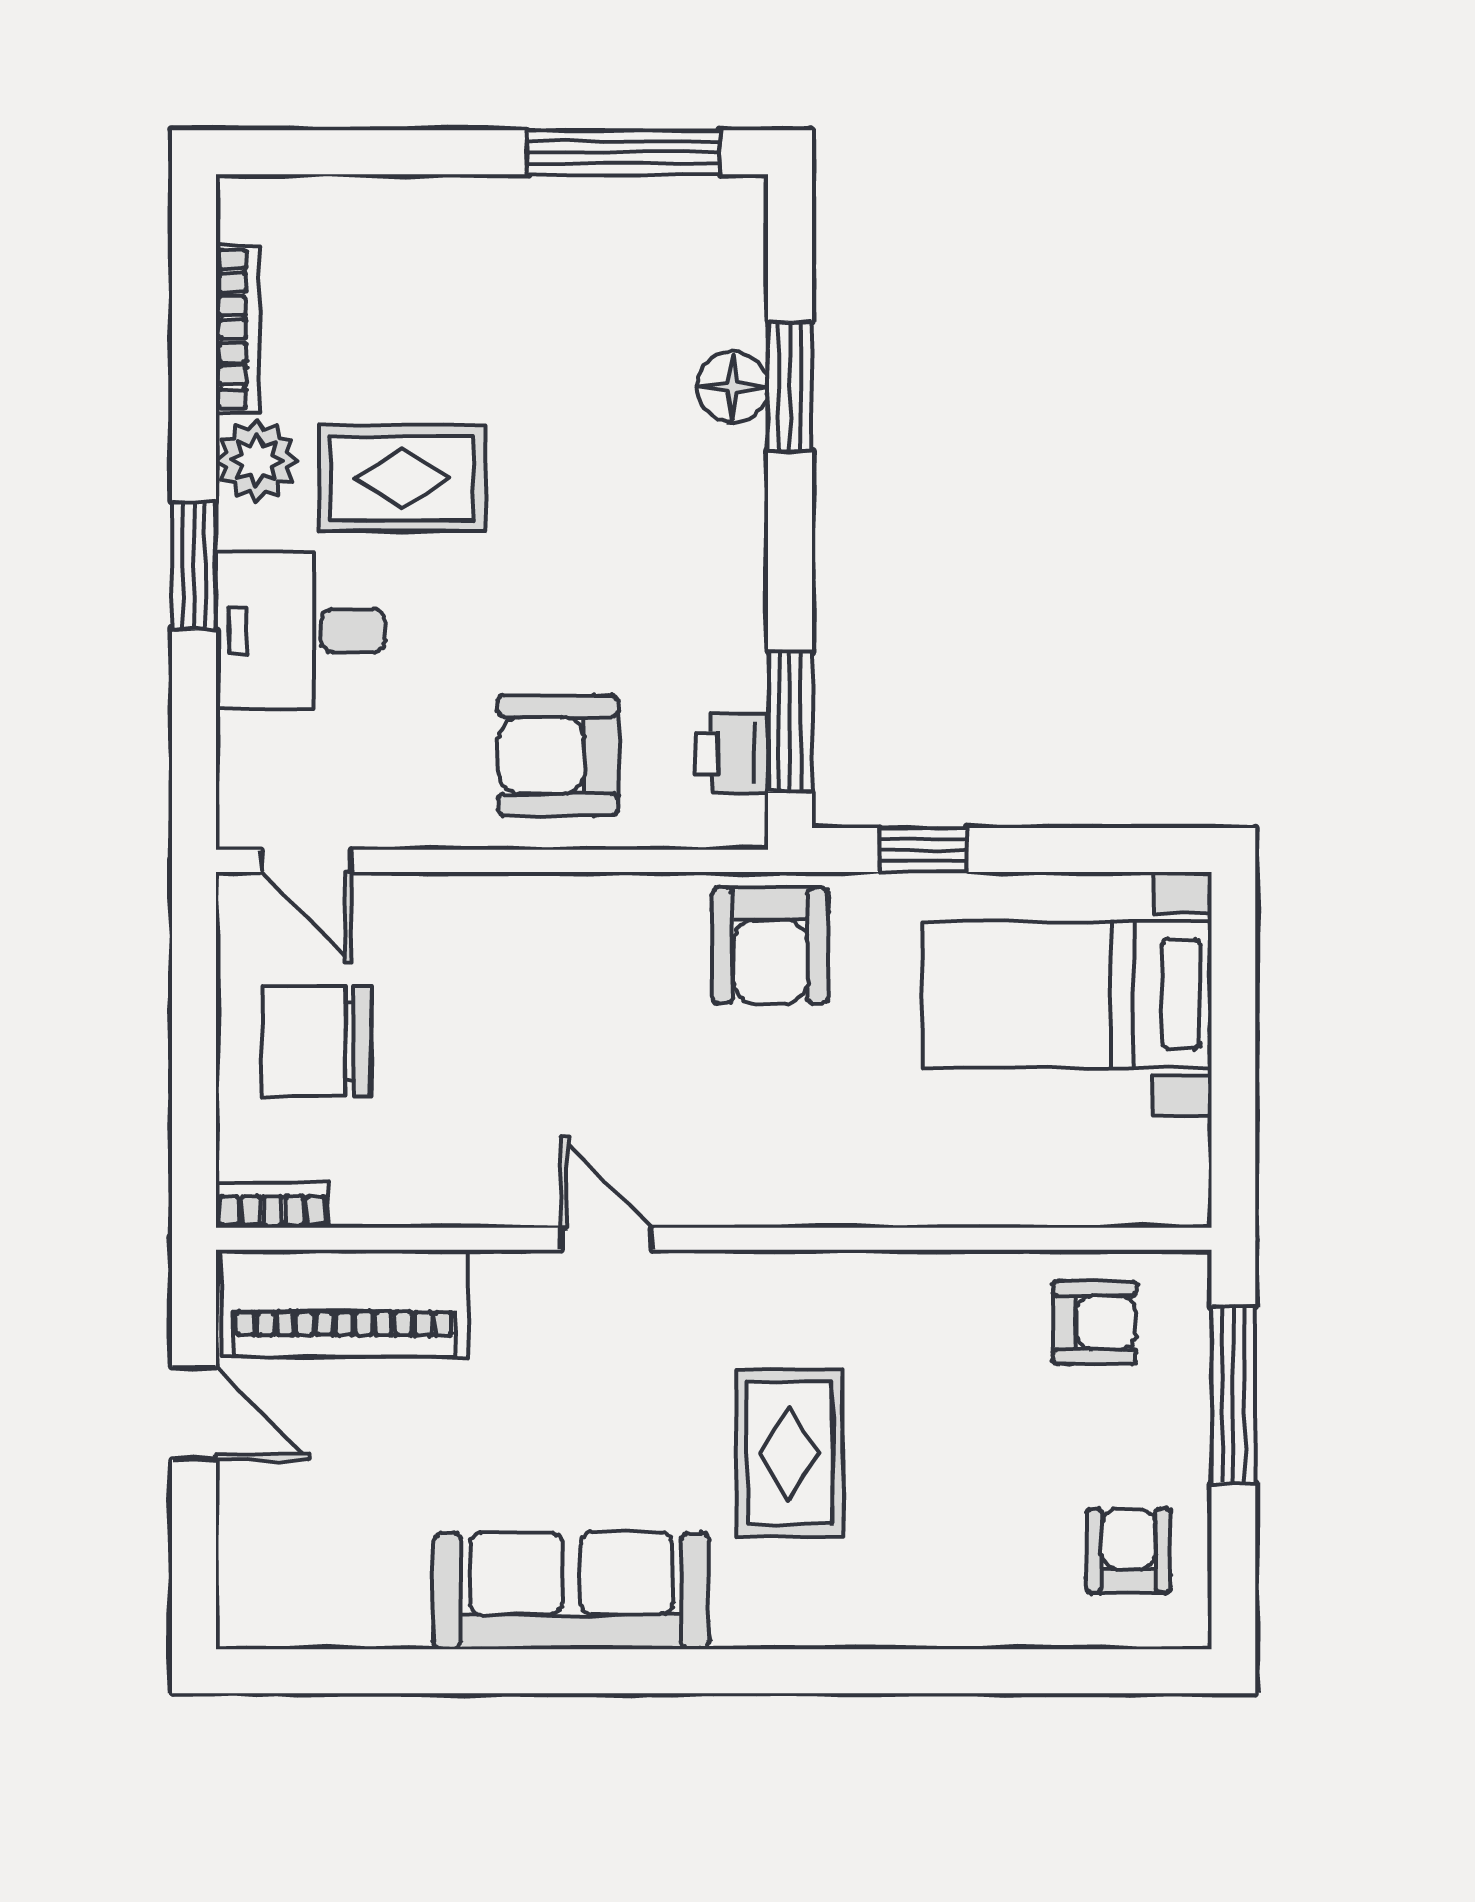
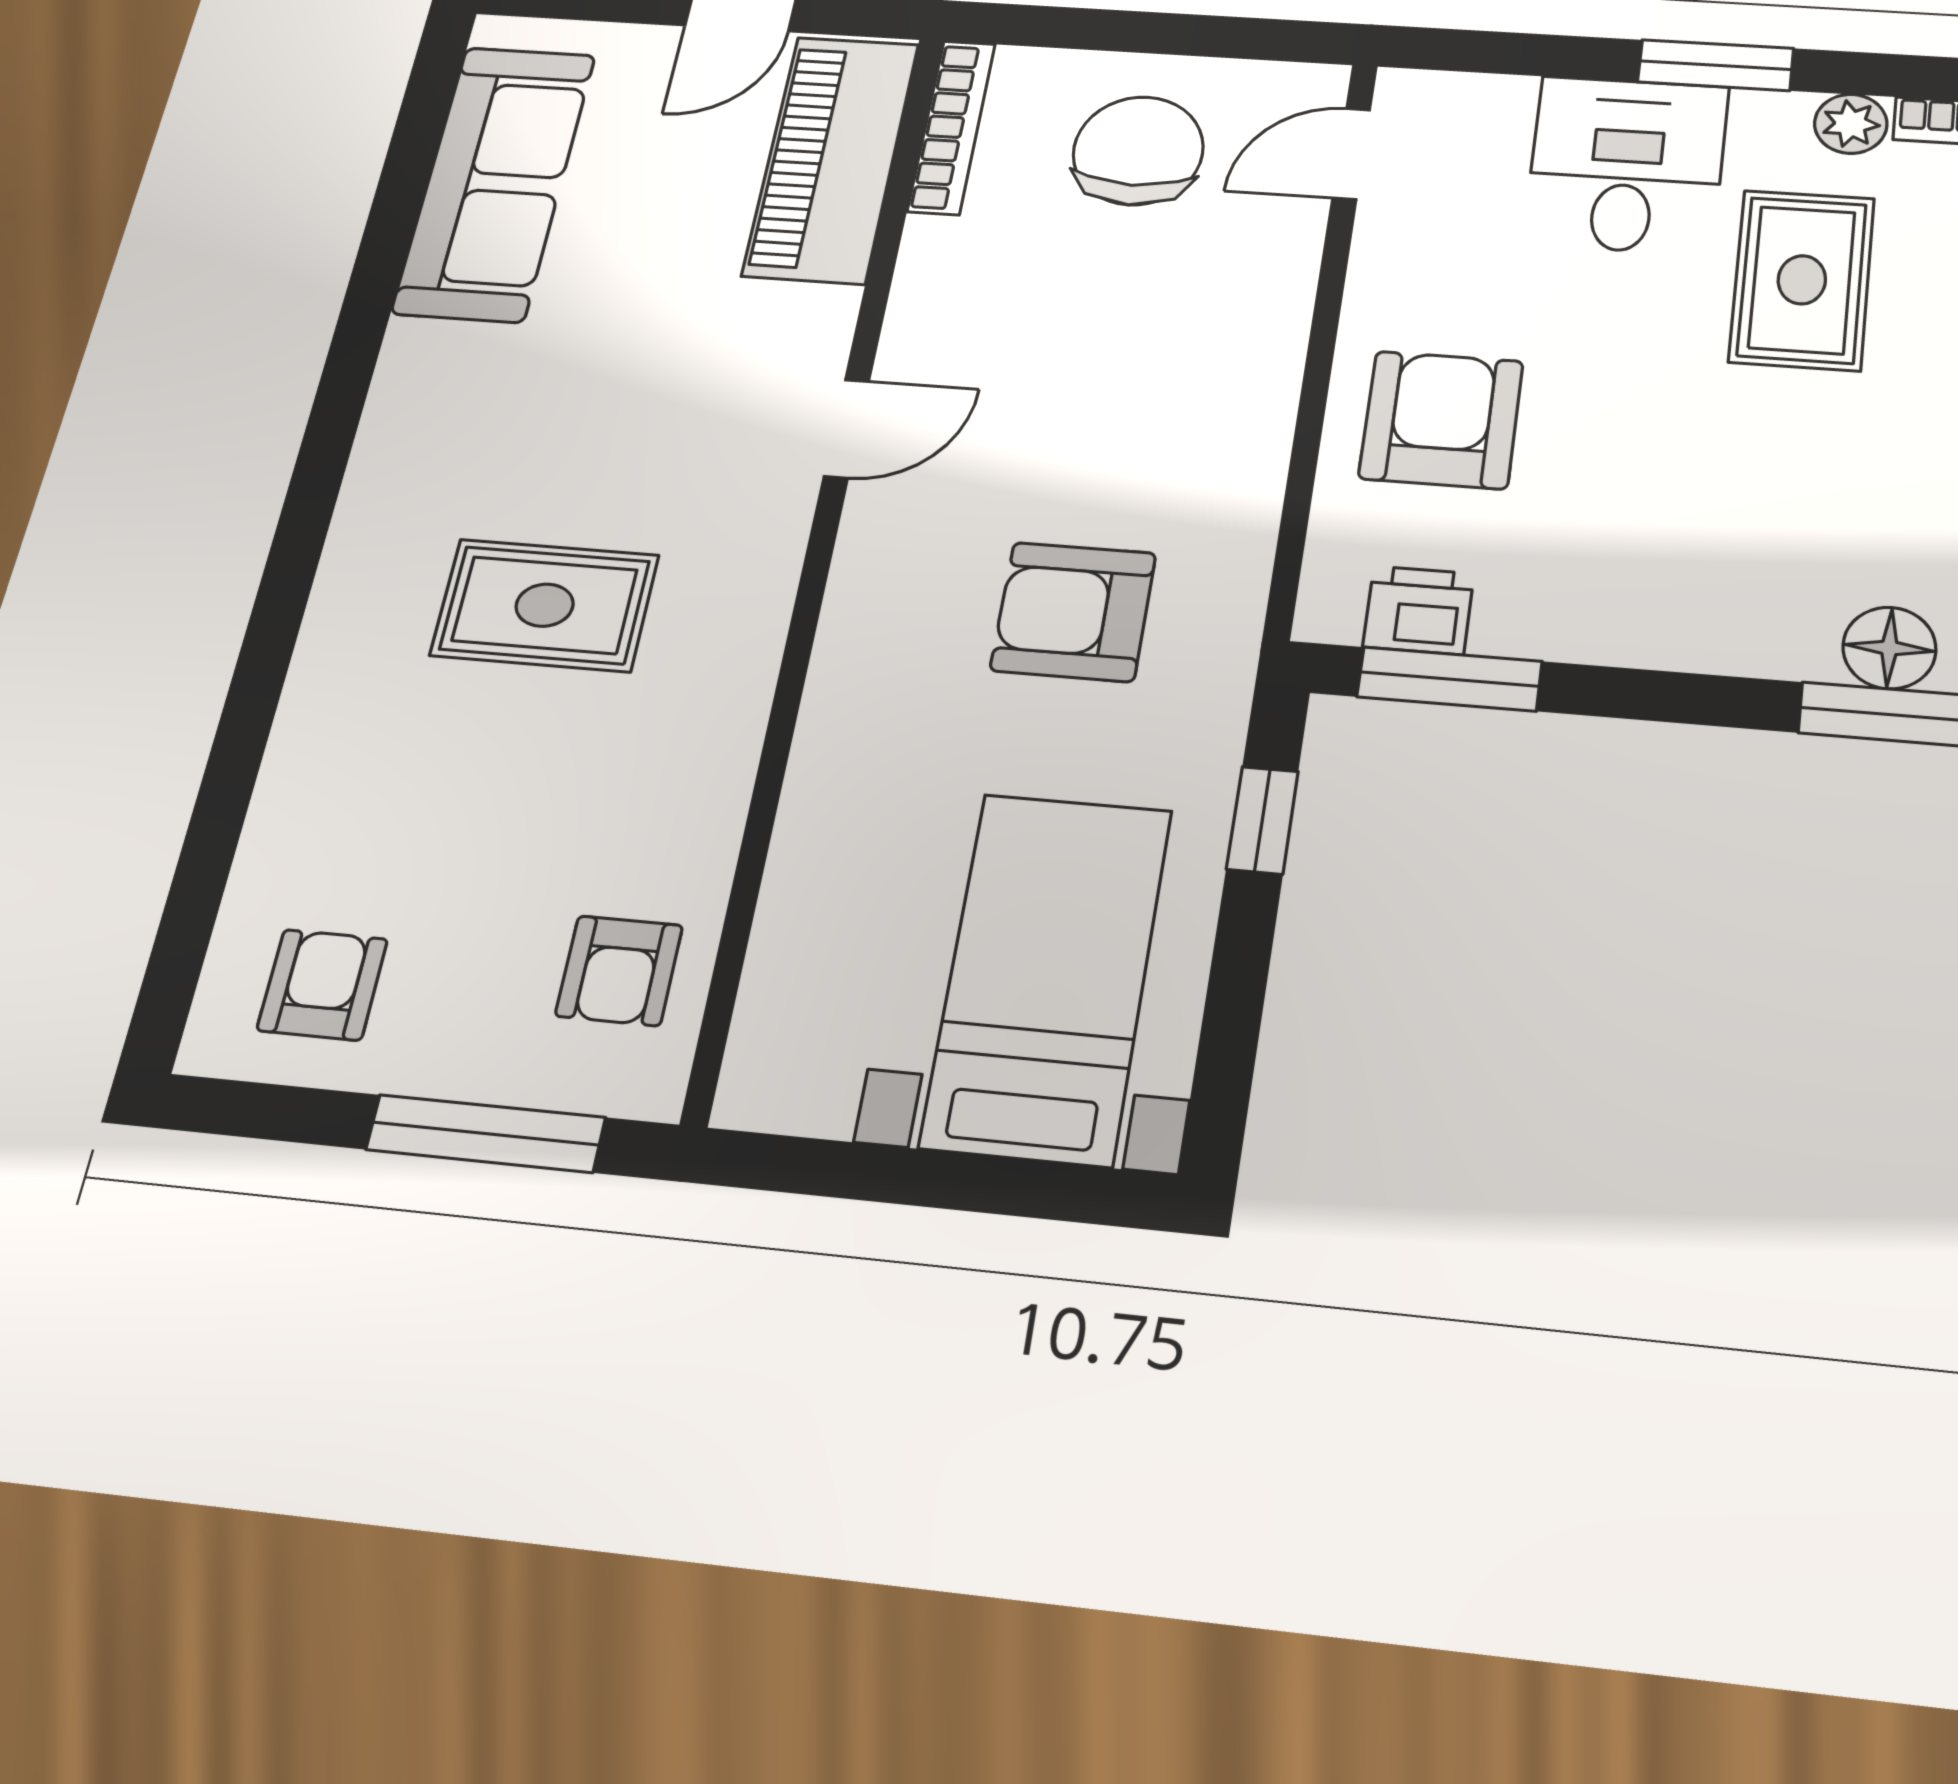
plant: (257, 460) -> (1851, 124), width x0.73, depth x0.73
armchair: (770, 946) -> (1073, 612), moved
bookcase: (272, 1205) -> (952, 127), width x1.56
armchair: (1129, 1551) -> (322, 985), turned -90
sofa: (571, 1591) -> (494, 183), moved

